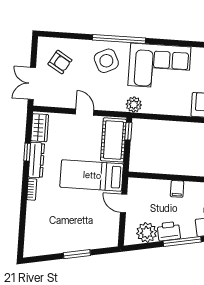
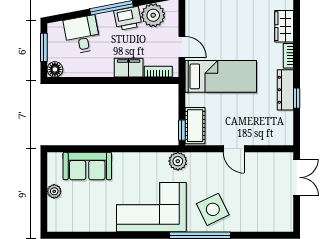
armchair: (60, 62) -> (266, 204), removed
wardrobe: (40, 128) -> (284, 26), moved
cot: (113, 140) -> (195, 126), width x0.73, depth x0.75
bookcase: (146, 183) -> (158, 72), added
filing cabinet: (177, 189) -> (129, 68), width x2.00

